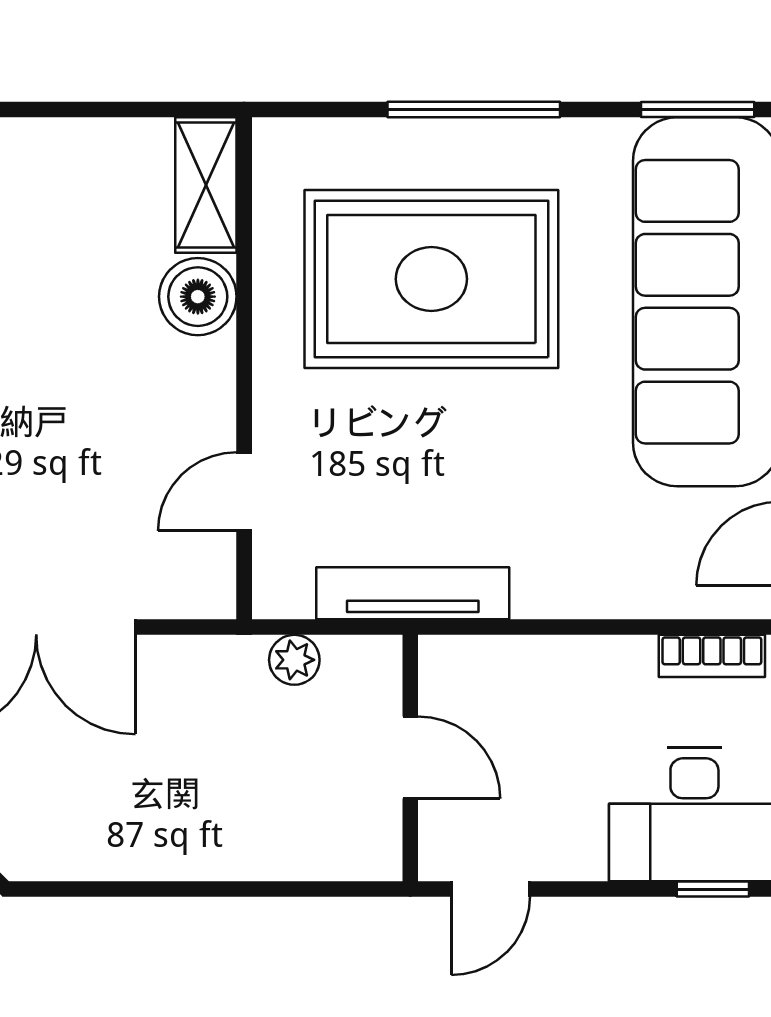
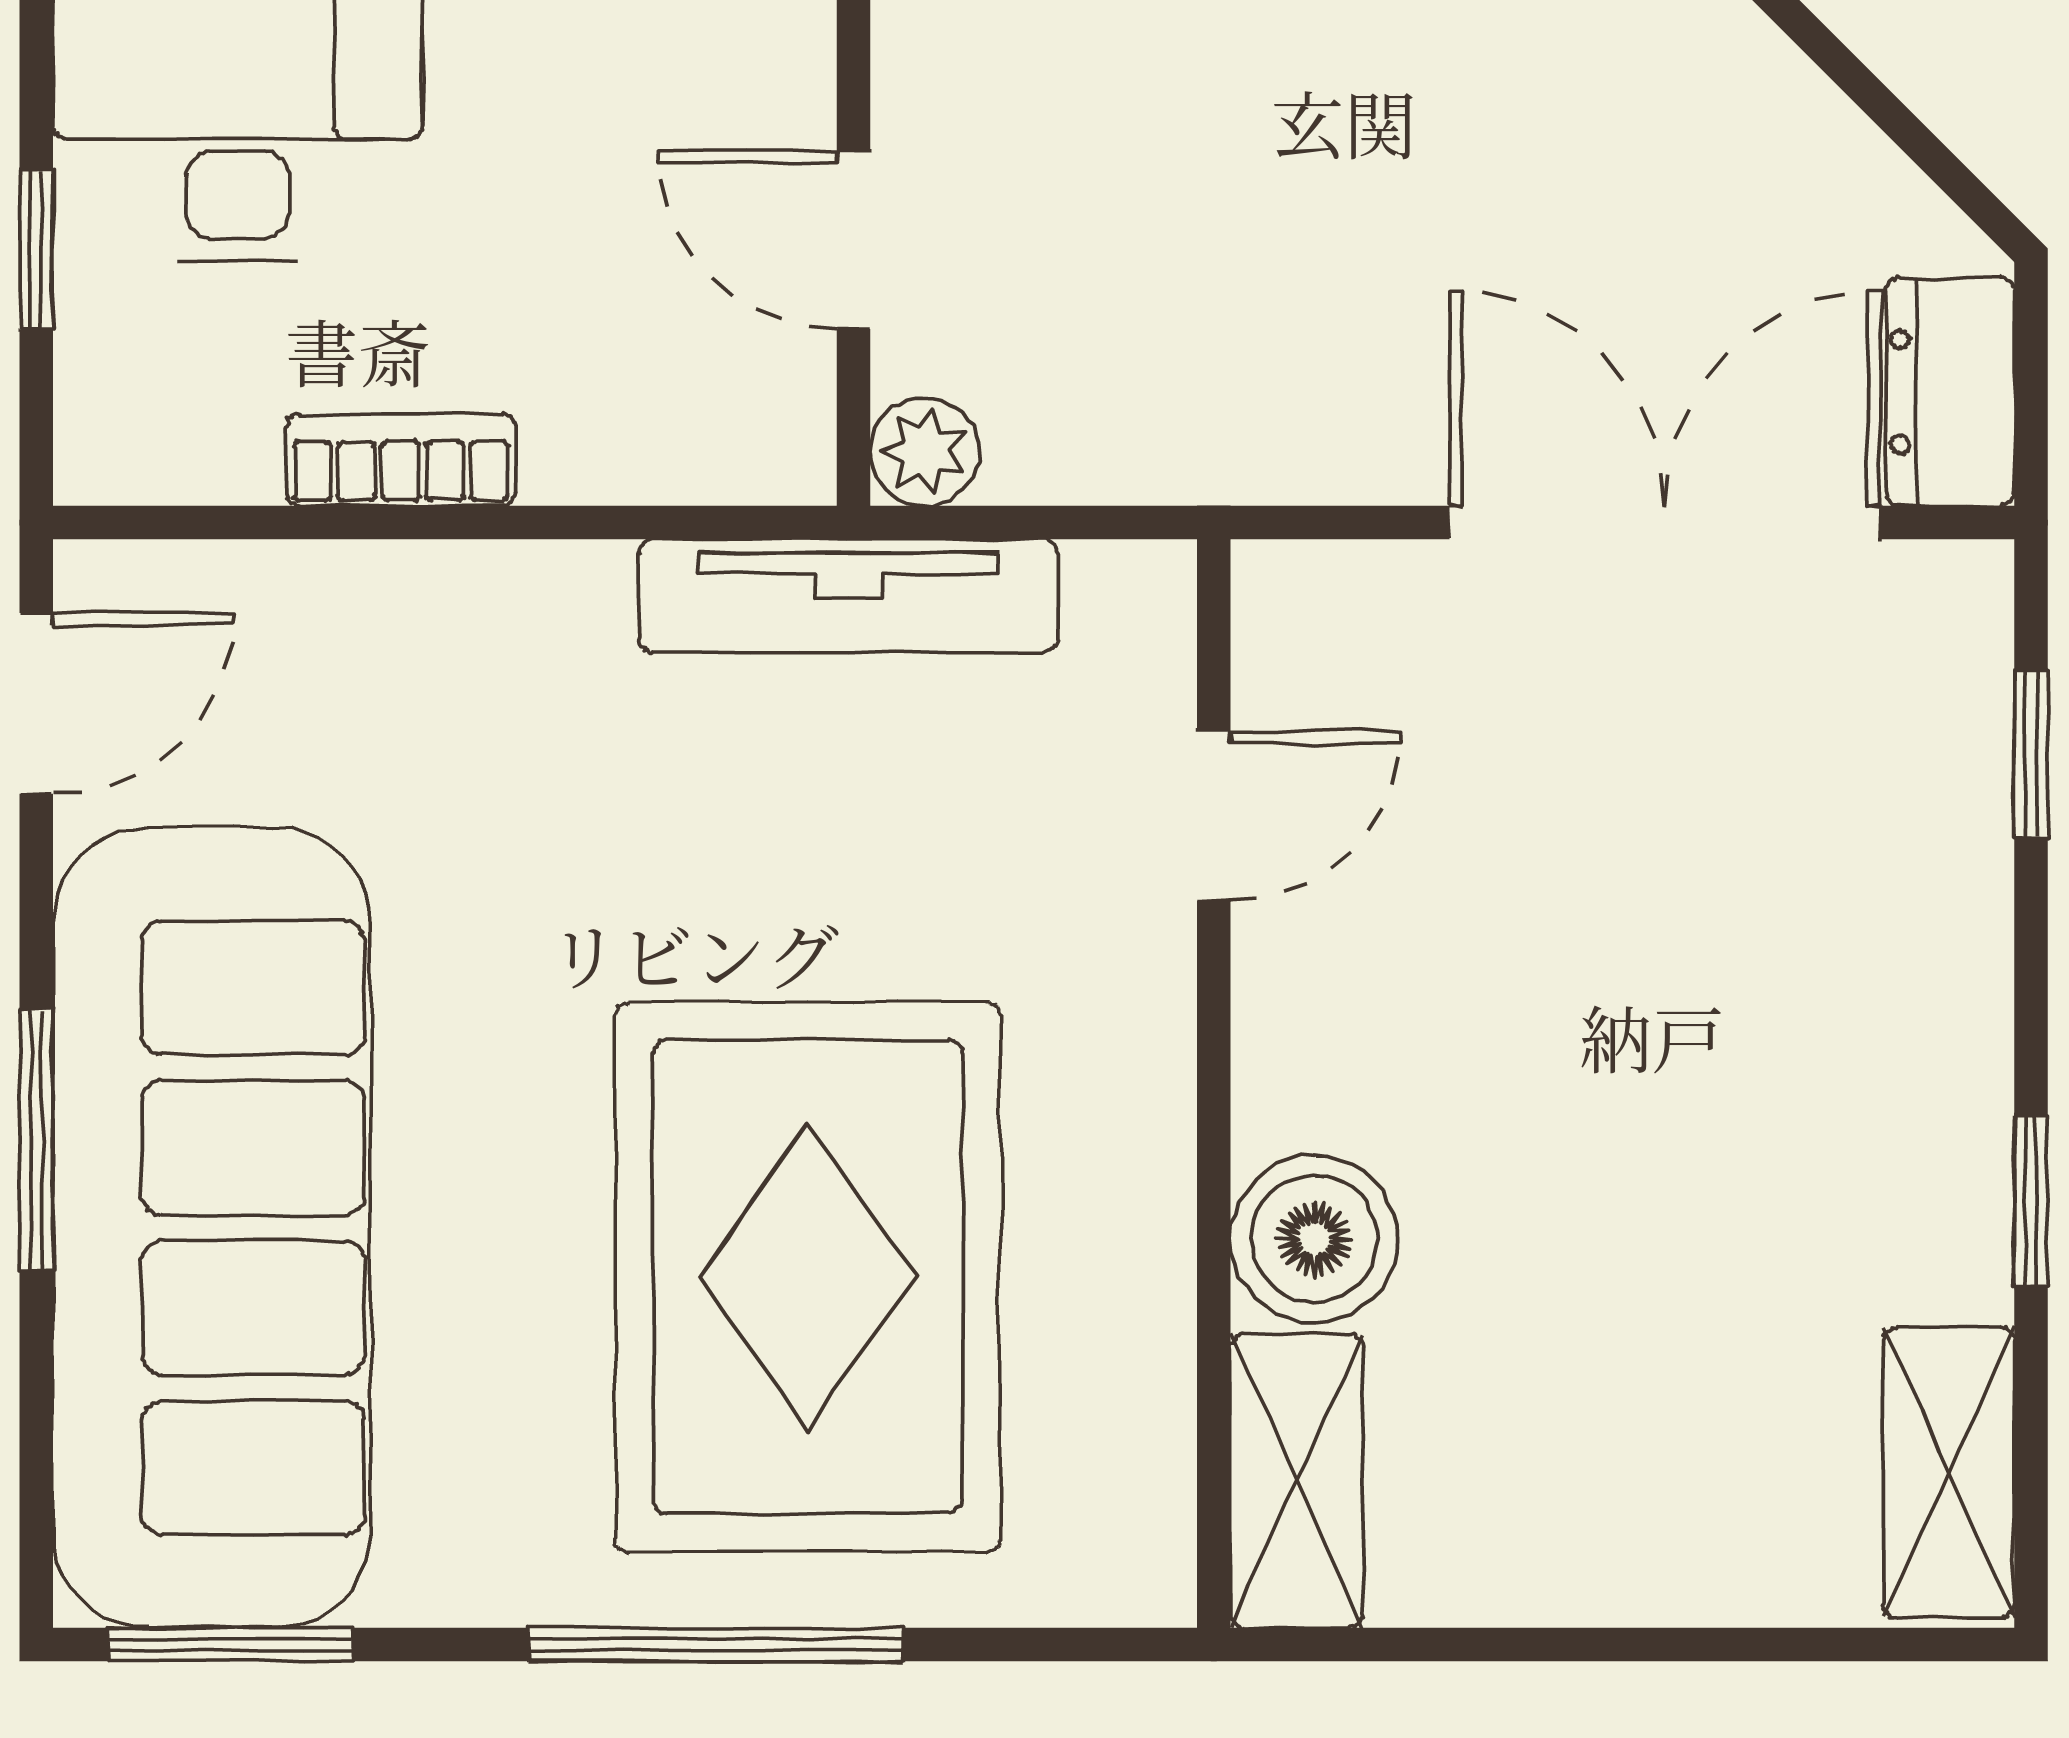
rug: (431, 279) -> (808, 1277), turned 90
bookcase: (712, 656) -> (401, 460), moved
plant: (294, 660) -> (925, 452), moved

